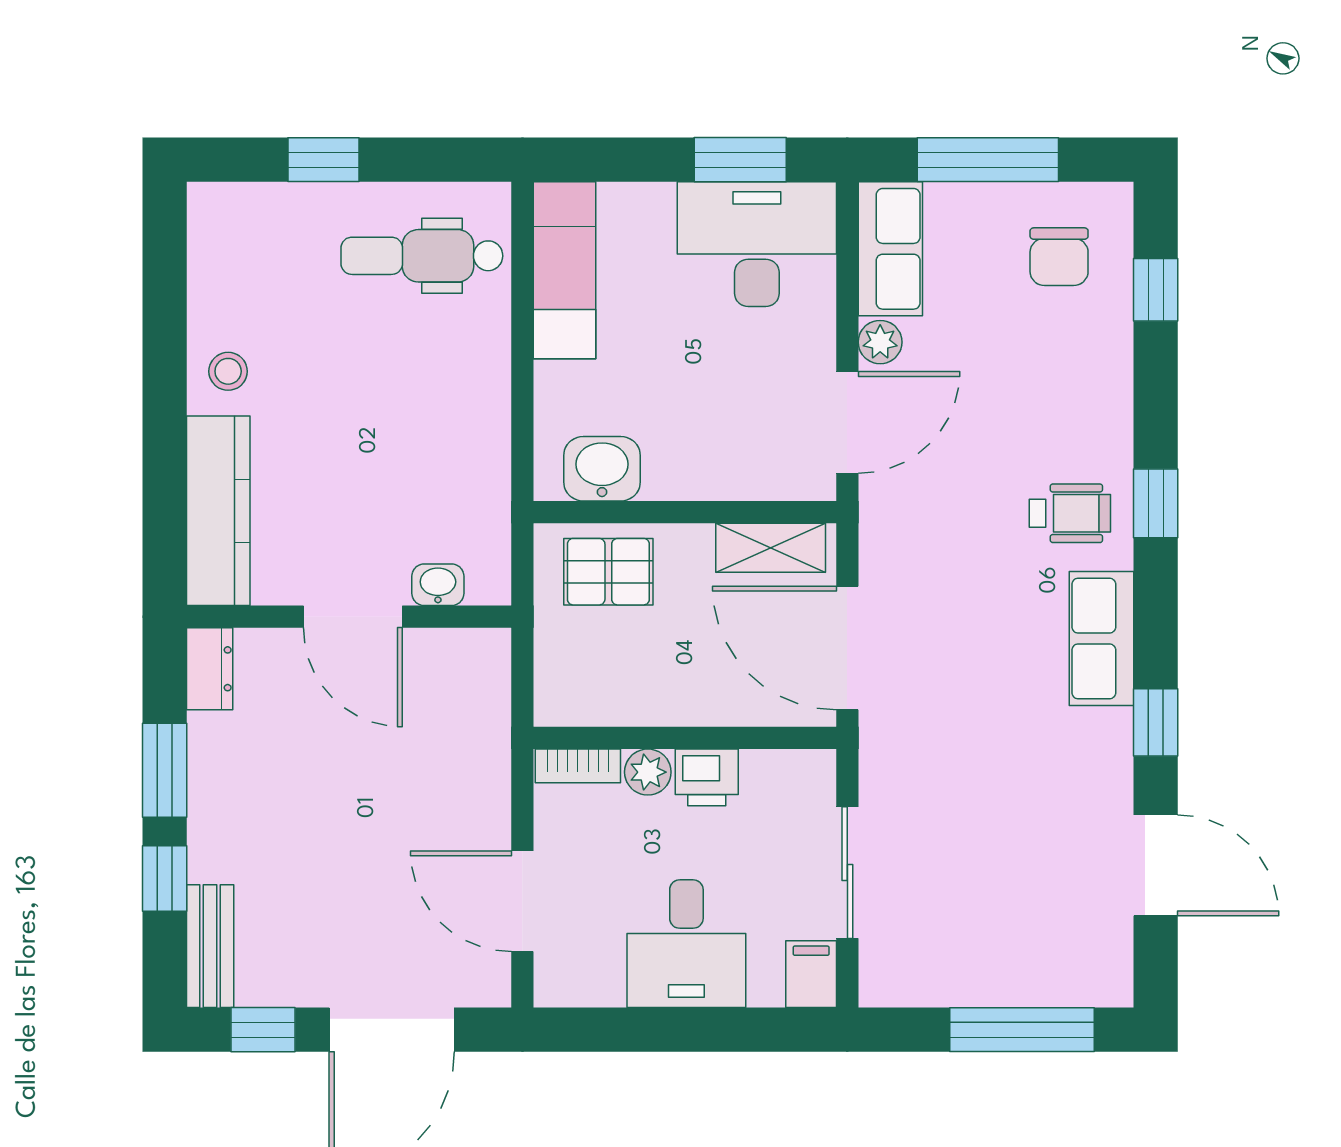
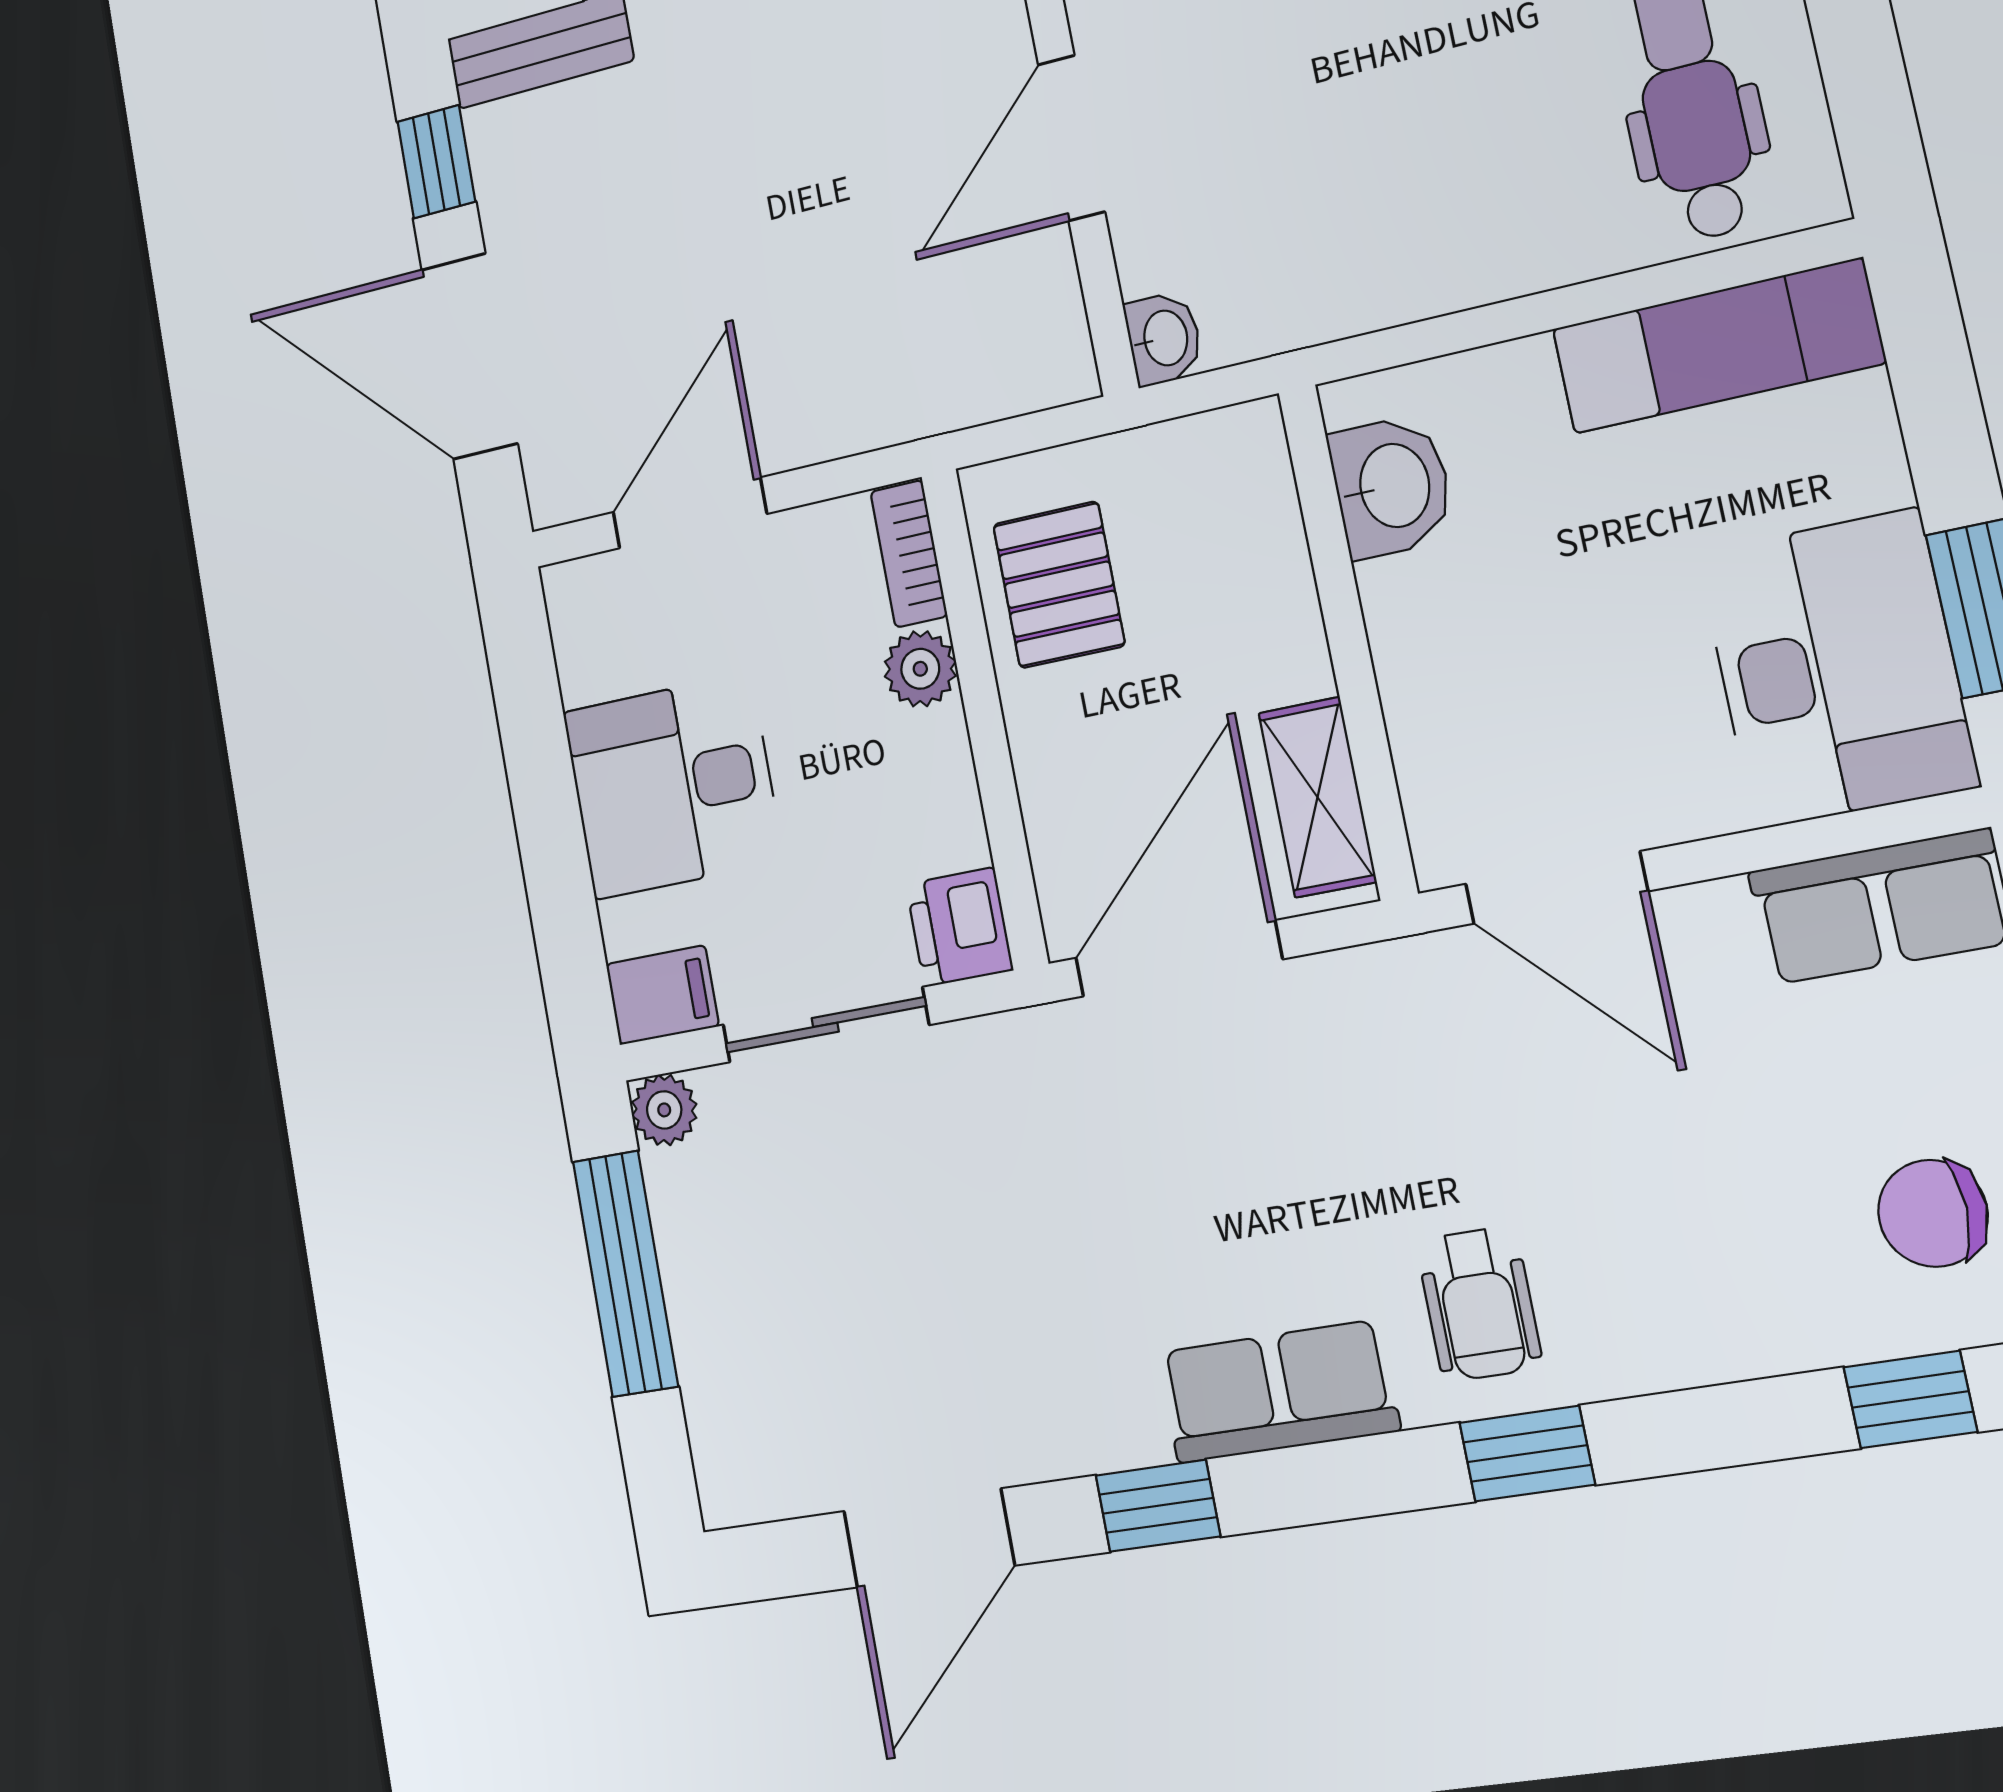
plant: (880, 342) -> (664, 1110), moved
pallet: (608, 572) -> (1059, 585), moved
washbasin: (438, 585) -> (1164, 338), moved
printer: (707, 777) -> (959, 927), moved
window: (1022, 1030) -> (625, 1274), moved

